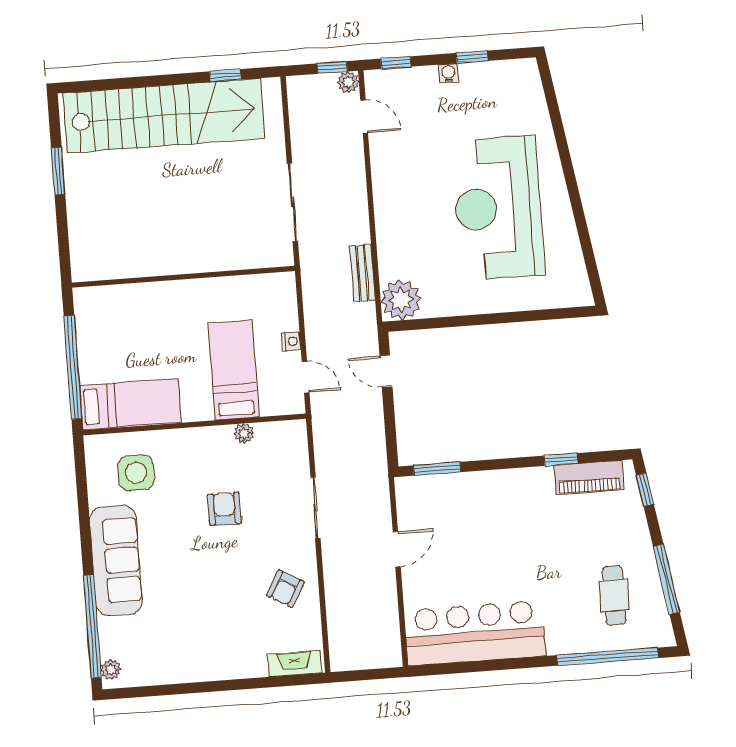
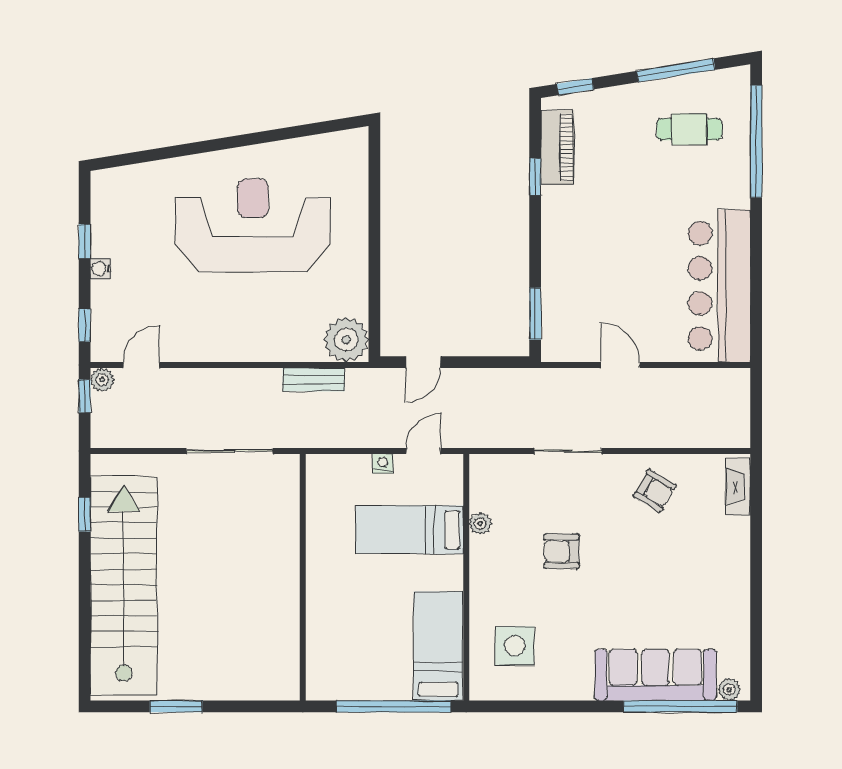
reception desk: (498, 208) -> (253, 225), turned 180
sofa: (116, 561) -> (655, 675), moved

